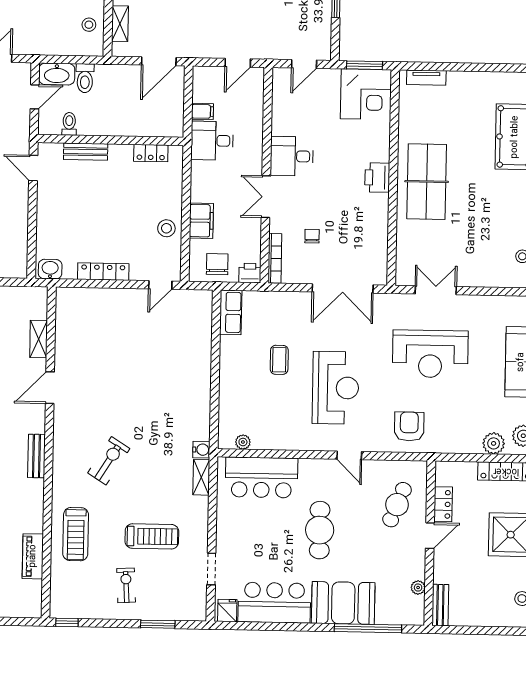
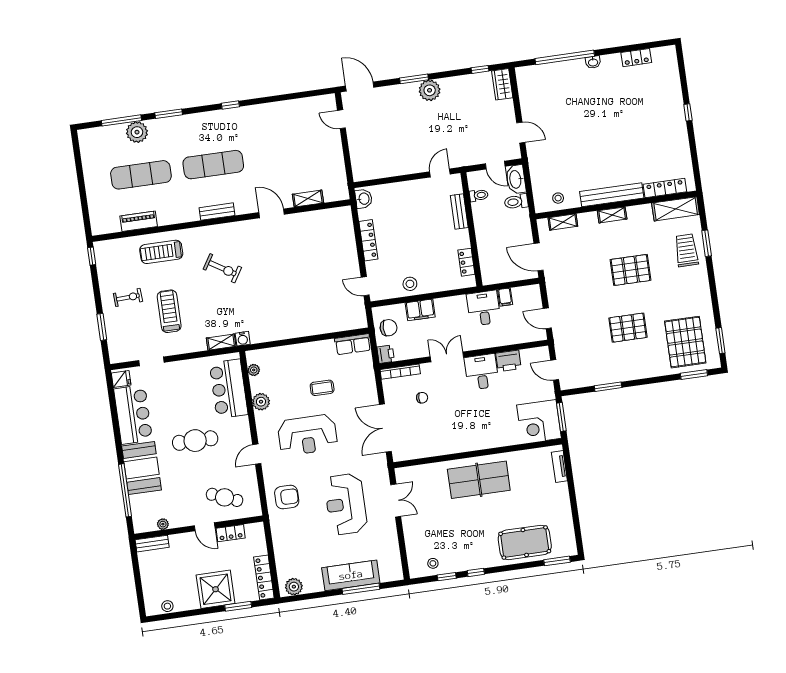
printer: (377, 178) -> (508, 361), moved, turned 180
plant: (494, 443) -> (261, 402), moved
treadmill: (152, 536) -> (169, 311), turned 180

